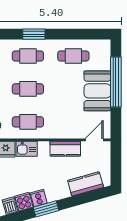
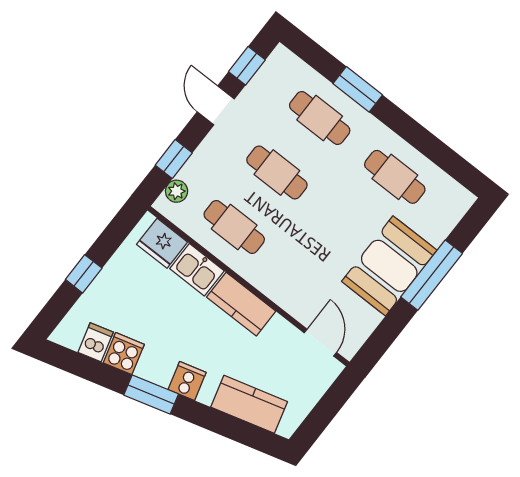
window: (116, 82) -> (432, 275), width x0.68
door: (94, 140) -> (320, 343), hinge flipped
kitchen counter: (65, 149) -> (241, 304), moved
cooker: (39, 198) -> (187, 381), moved

